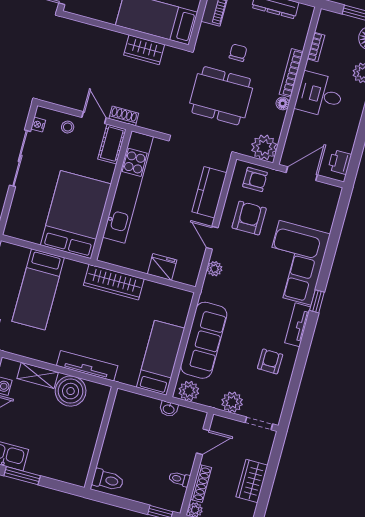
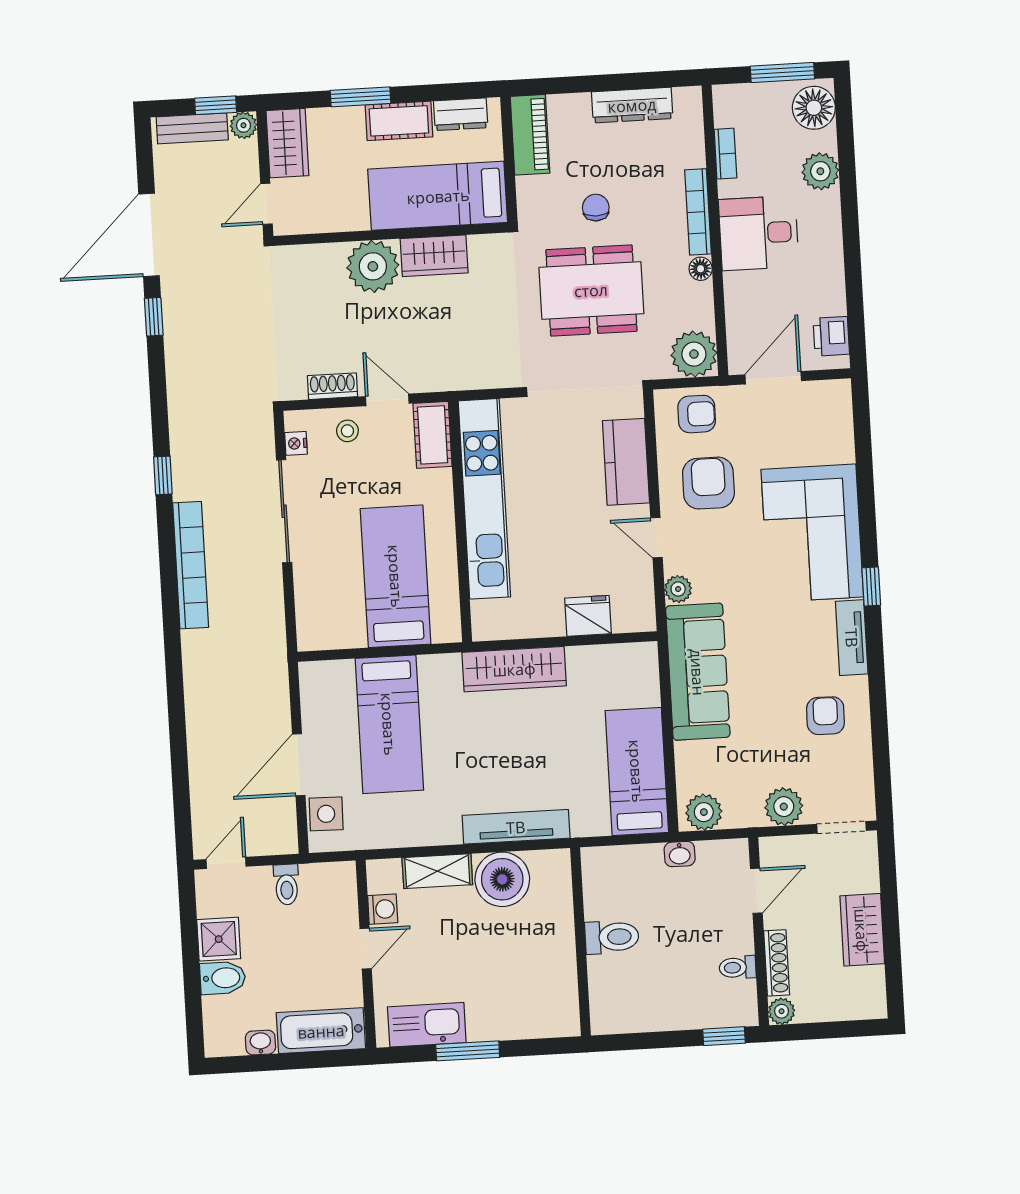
plant: (110, 45) -> (373, 266), added
shoe rack: (124, 116) -> (332, 386), moved
bed: (76, 215) -> (396, 576), width x0.67
sofa: (204, 340) -> (698, 672), moved
toilet: (108, 480) -> (612, 937), moved

